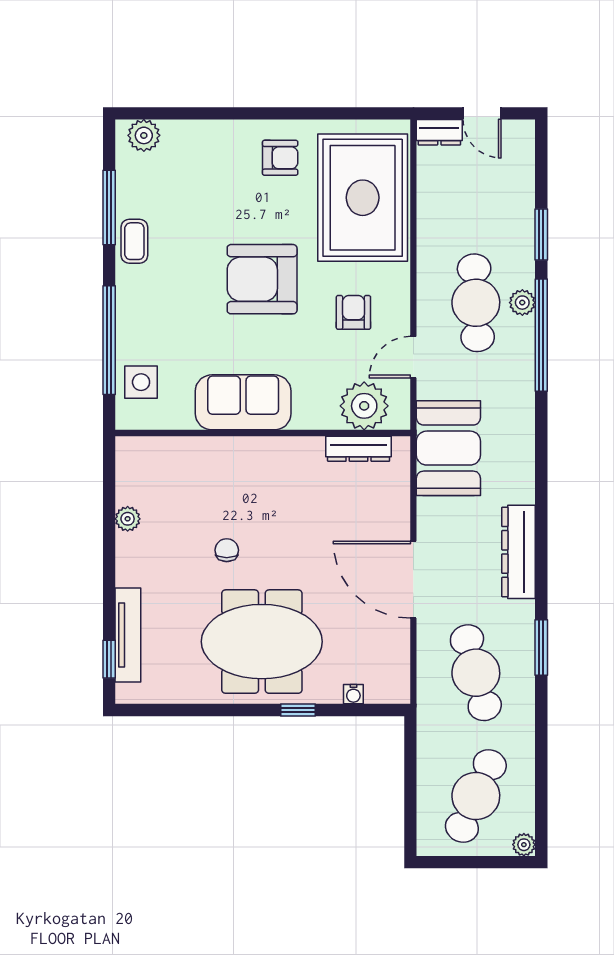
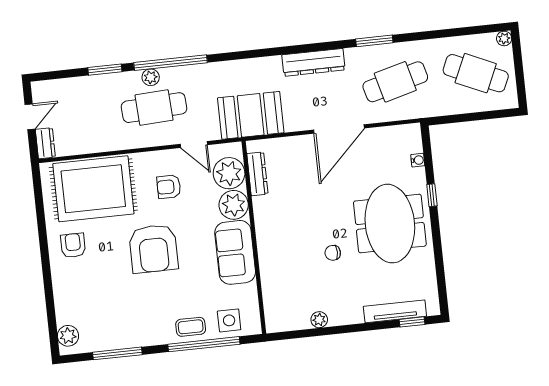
coffee table: (134, 241) -> (191, 327), moved
plant: (315, 408) -> (234, 205), added

